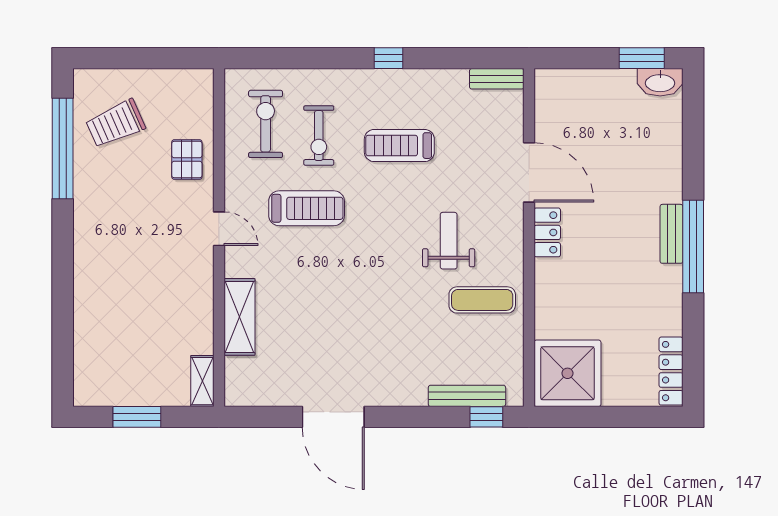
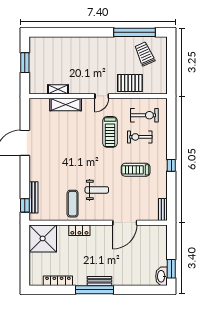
treadmill: (399, 146) -> (136, 170), turned -90
pallet: (187, 160) -> (130, 83), width x1.50, depth x1.42
locker: (547, 232) -> (79, 230), moved
locker: (671, 371) -> (58, 281), moved
shelving: (202, 381) -> (58, 89), moved

